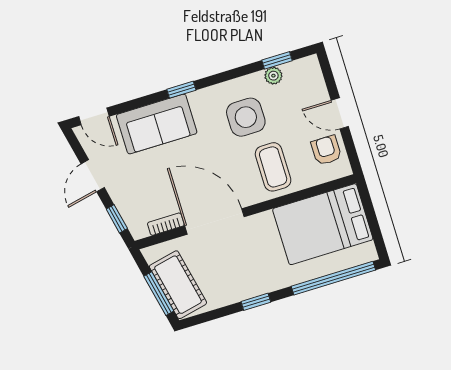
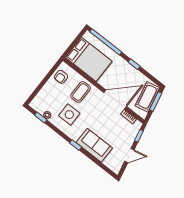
door: (340, 113) -> (44, 81), removed
door: (94, 116) -> (107, 170), removed
door: (215, 221) -> (115, 100), swing flipped

